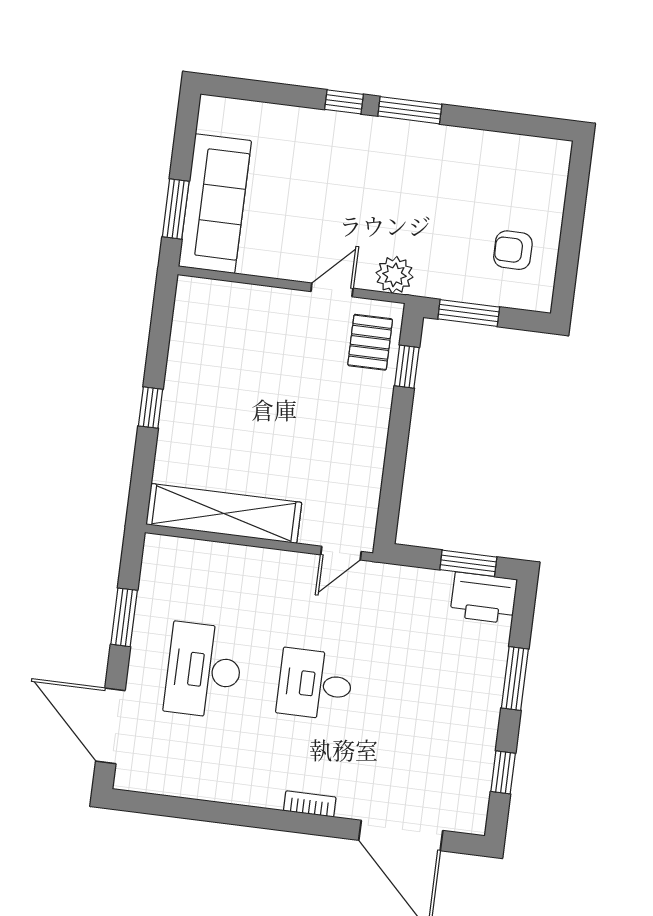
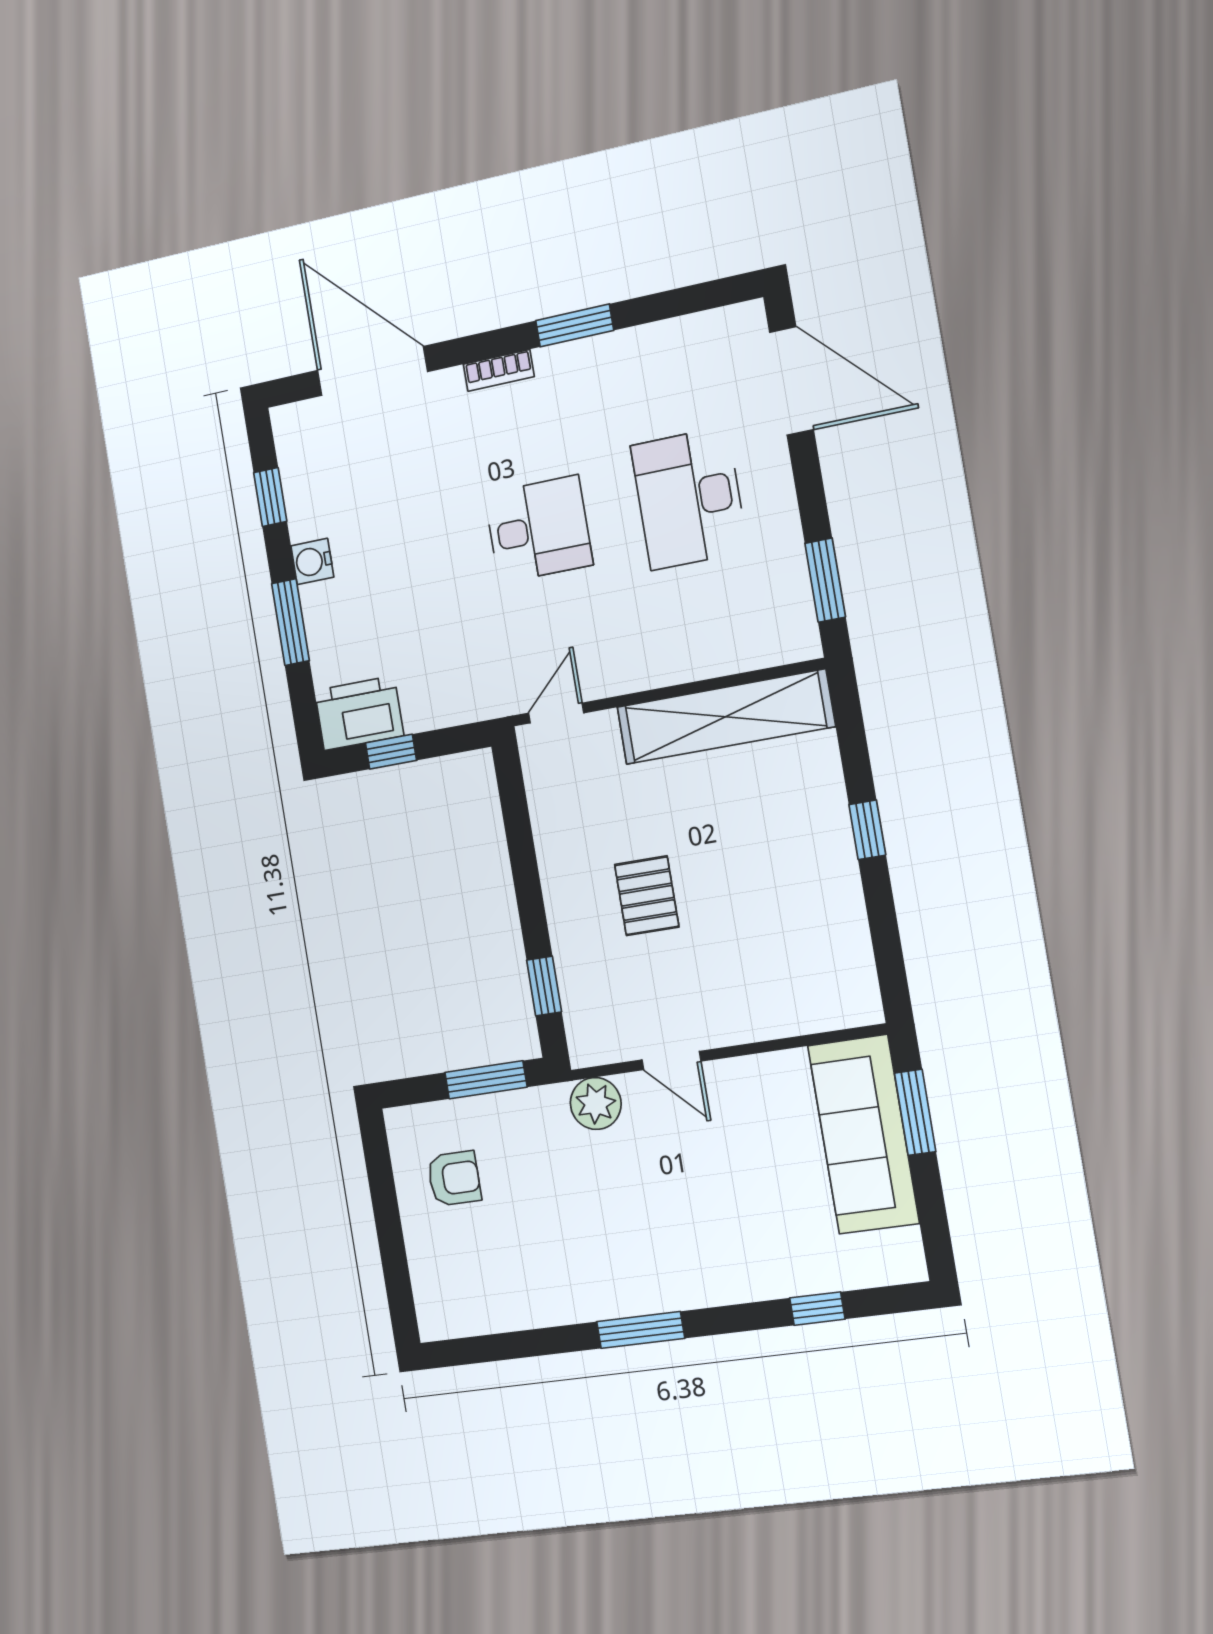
window: (344, 102) -> (817, 1309), moved
door: (332, 290) -> (671, 1060), hinge flipped
pallet: (370, 342) -> (647, 896), moved
window: (468, 563) -> (391, 752), width x0.67
window: (124, 617) -> (825, 580), moved
desk: (204, 670) -> (689, 498), turned 180
water cooler: (486, 716) -> (312, 561), added
window: (247, 816) -> (575, 325), added

